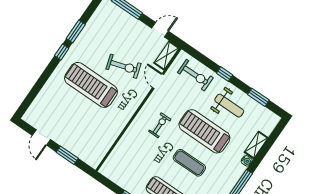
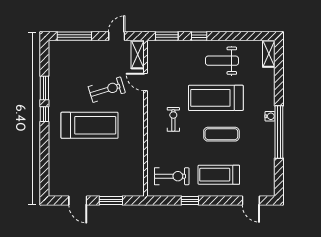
exercise bike: (195, 75) -> (172, 176), moved
treadmill: (91, 85) -> (90, 125), turned 180
window: (258, 97) -> (167, 36), moved
weight bench: (229, 106) -> (222, 61), turned 180
shelving: (256, 145) -> (269, 54), moved
water cooler: (247, 161) -> (270, 116), moved

